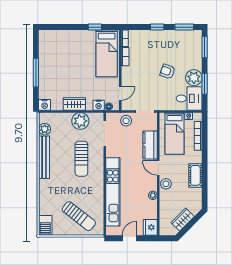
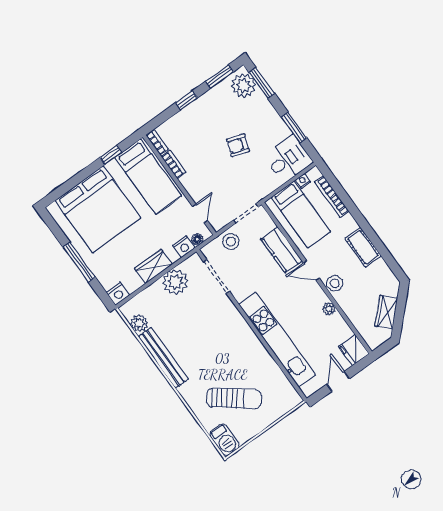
bed: (67, 51) -> (98, 209), added
plant: (194, 78) -> (244, 85), moved
sun lounger: (81, 159) -> (210, 327), removed
sun lounger: (79, 216) -> (234, 398), moved

